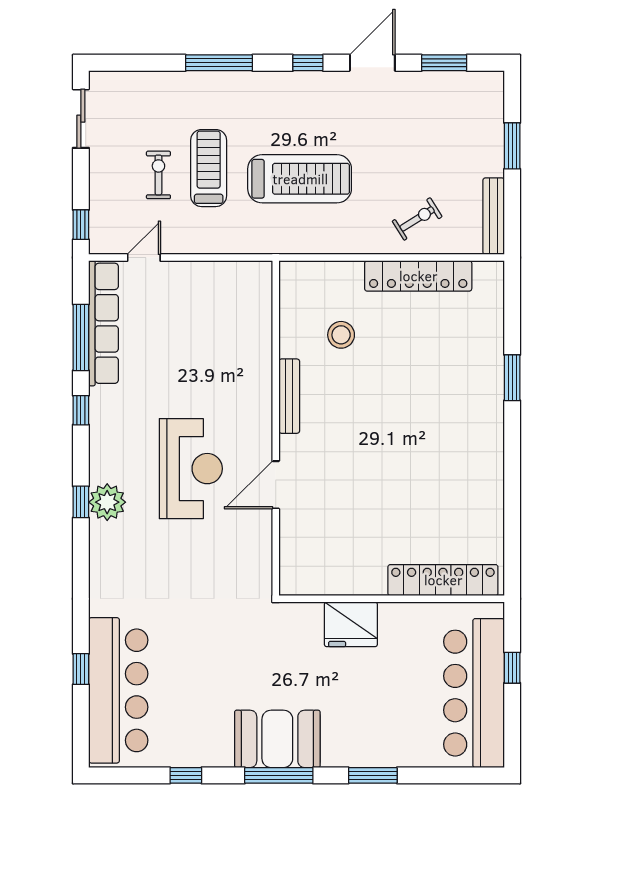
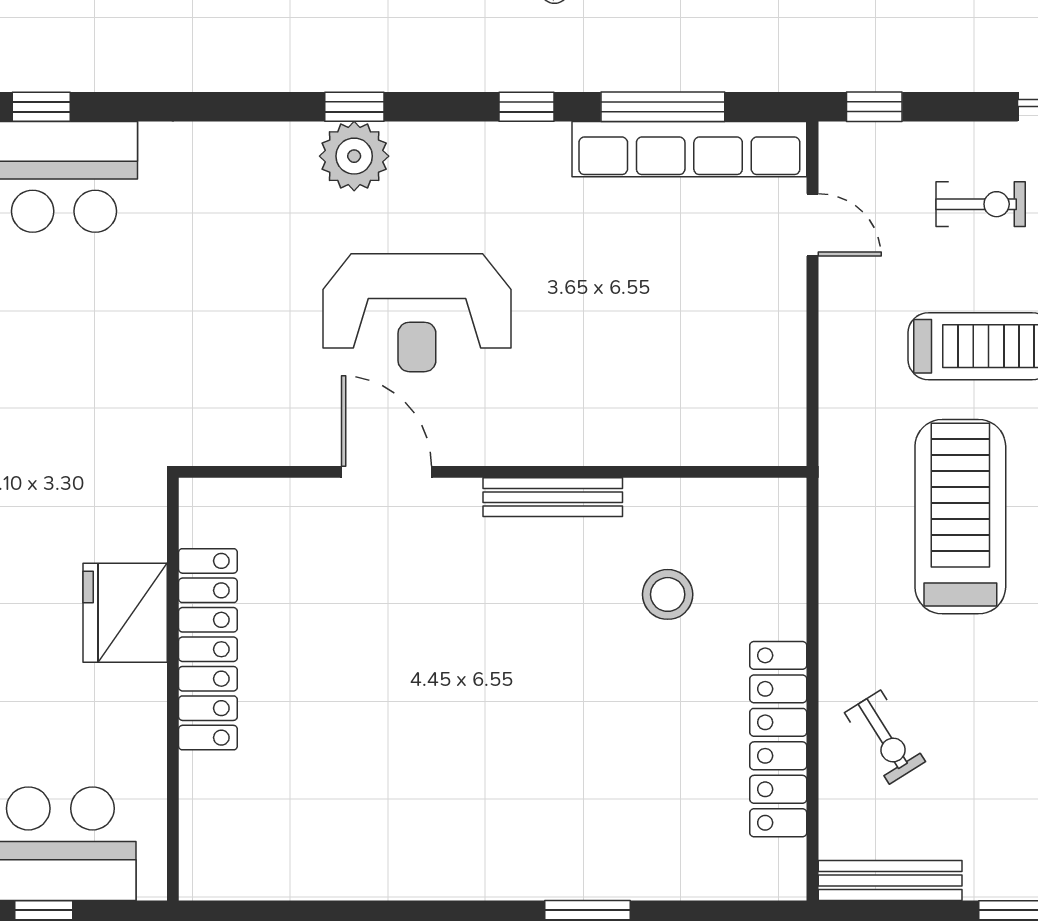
exercise bike: (158, 175) -> (981, 204), moved
treadmill: (300, 179) -> (960, 517), turned 180
locker: (443, 580) -> (208, 649), moved

